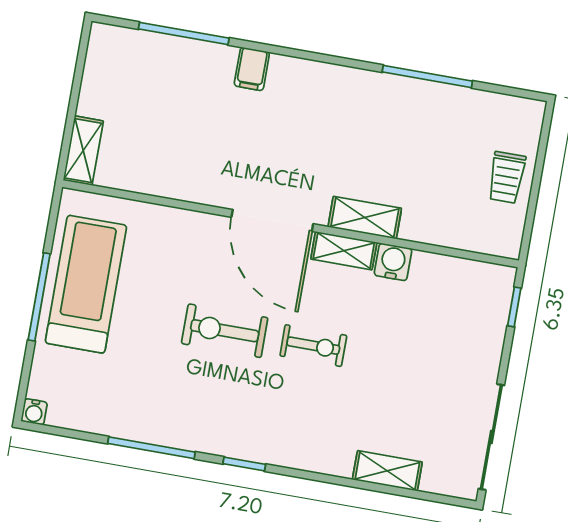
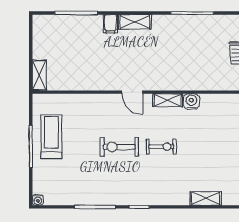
shelving: (365, 218) -> (135, 22), moved
door: (272, 220) -> (132, 92), width x0.53
treadmill: (86, 284) -> (51, 137), width x0.73, depth x0.73

